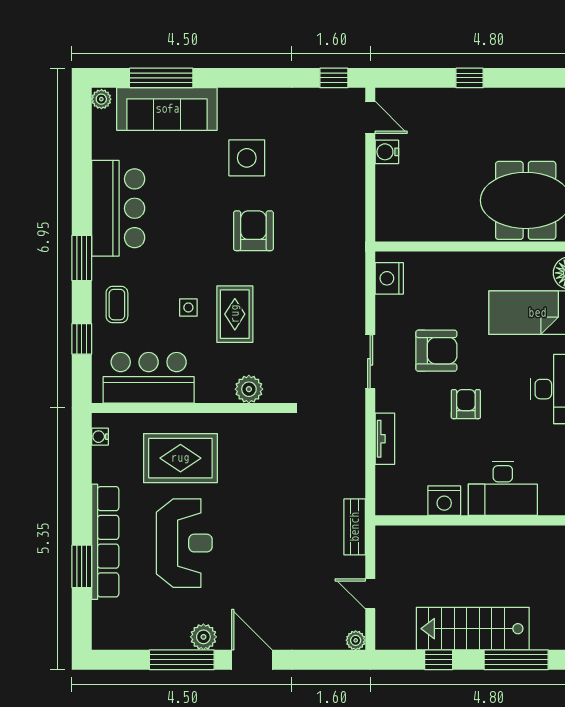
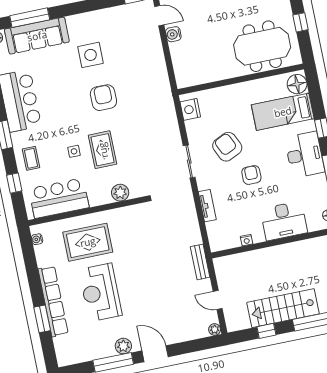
armchair: (436, 351) -> (227, 147), turned -115
nightstand: (444, 501) -> (247, 240), width x0.53, depth x0.56
reception desk: (184, 543) -> (100, 292), turned 180

